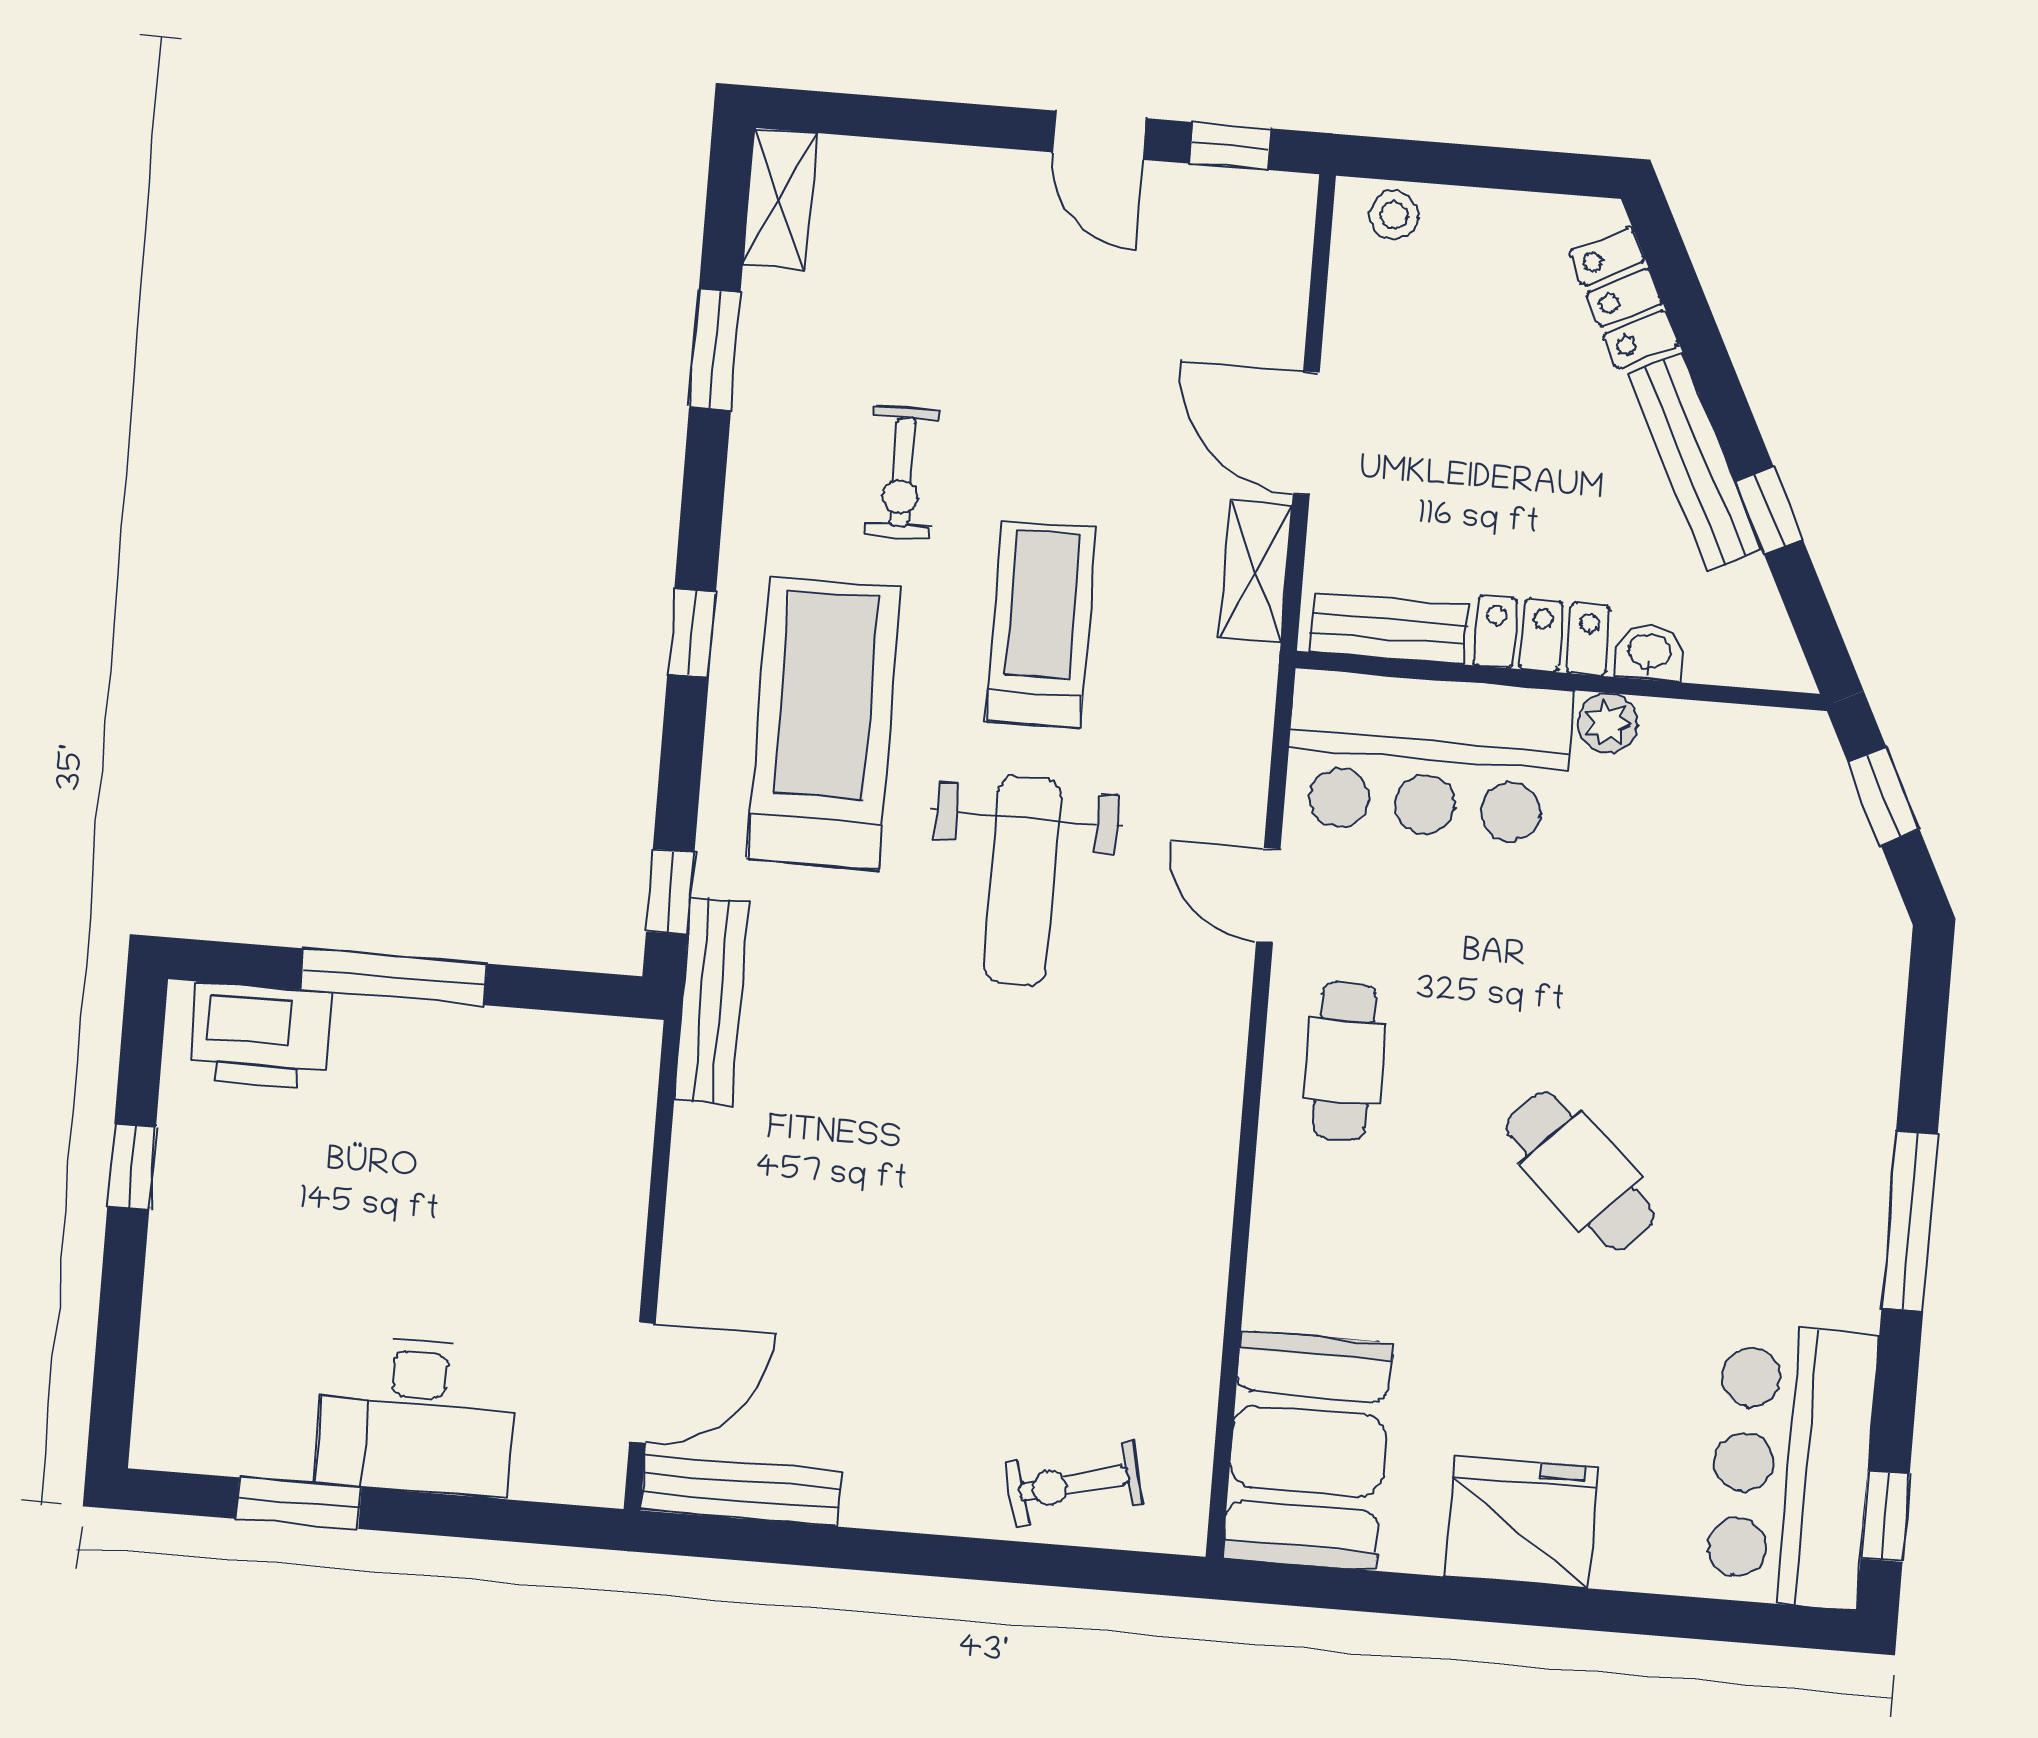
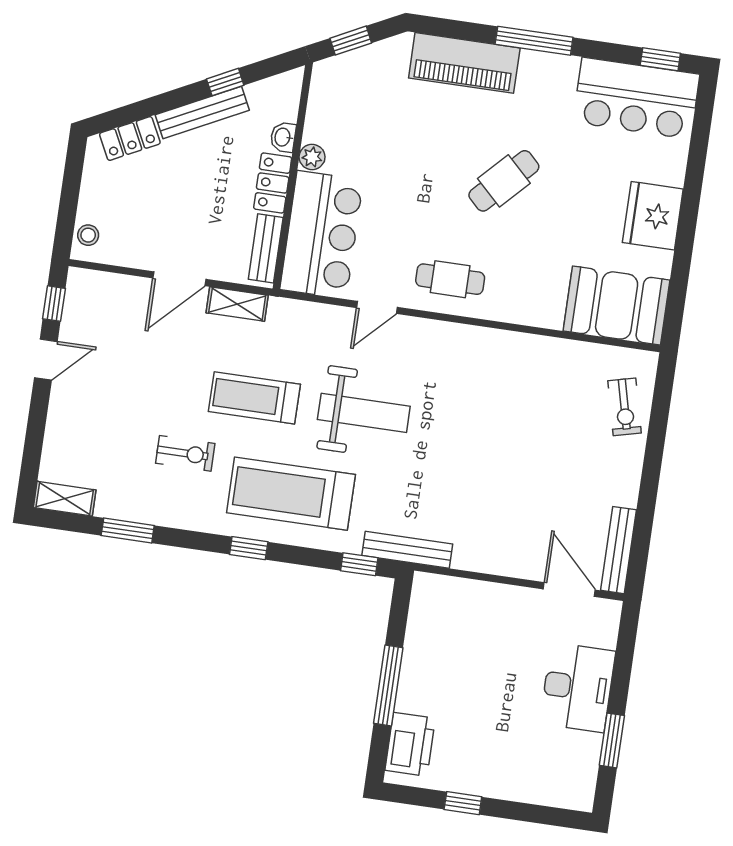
piano: (1848, 1062) -> (464, 63), added

